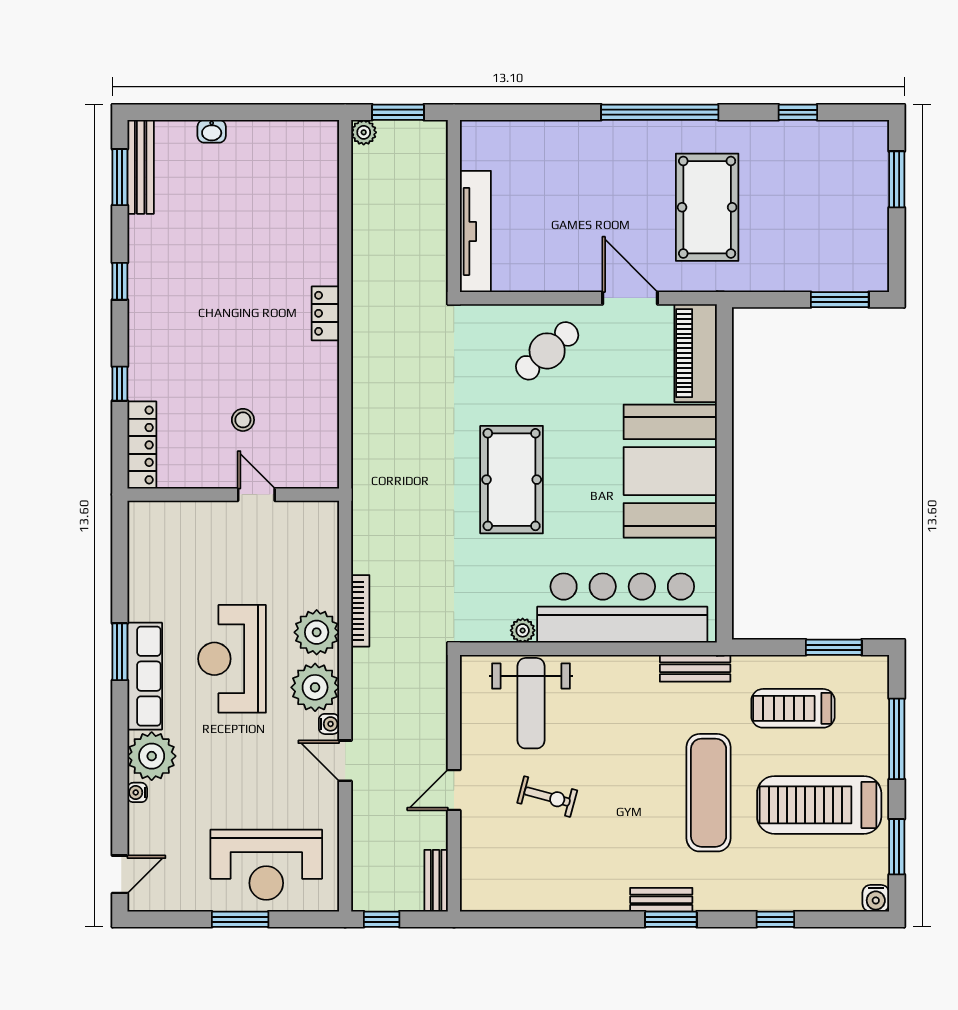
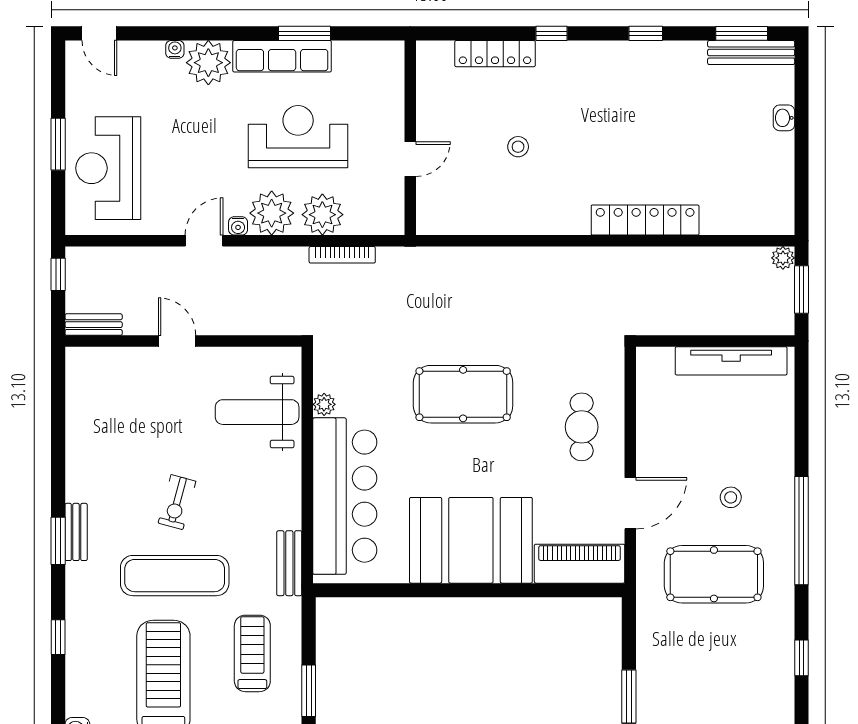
stool: (624, 189) -> (731, 497), added
tv unit: (475, 231) -> (731, 361), moved
locker: (325, 313) -> (645, 220), width x2.16, depth x1.21
cafe table: (547, 351) -> (582, 427), turned 41
wall: (233, 495) -> (410, 138), moved
door: (256, 495) -> (410, 159), moved
exercise bike: (547, 797) -> (177, 502), moved

